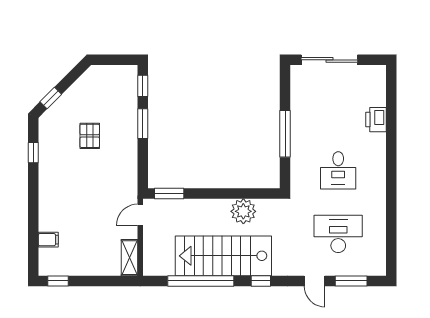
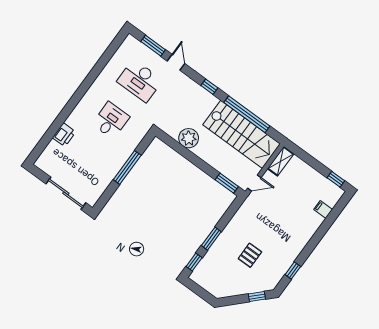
stairs: (223, 256) -> (242, 134), moved

